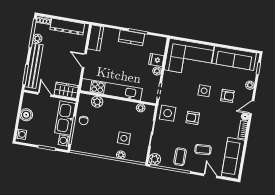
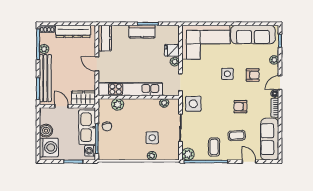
armchair: (193, 118) -> (240, 107), moved
washing machine: (21, 134) -> (49, 147), width x1.89, depth x1.89

